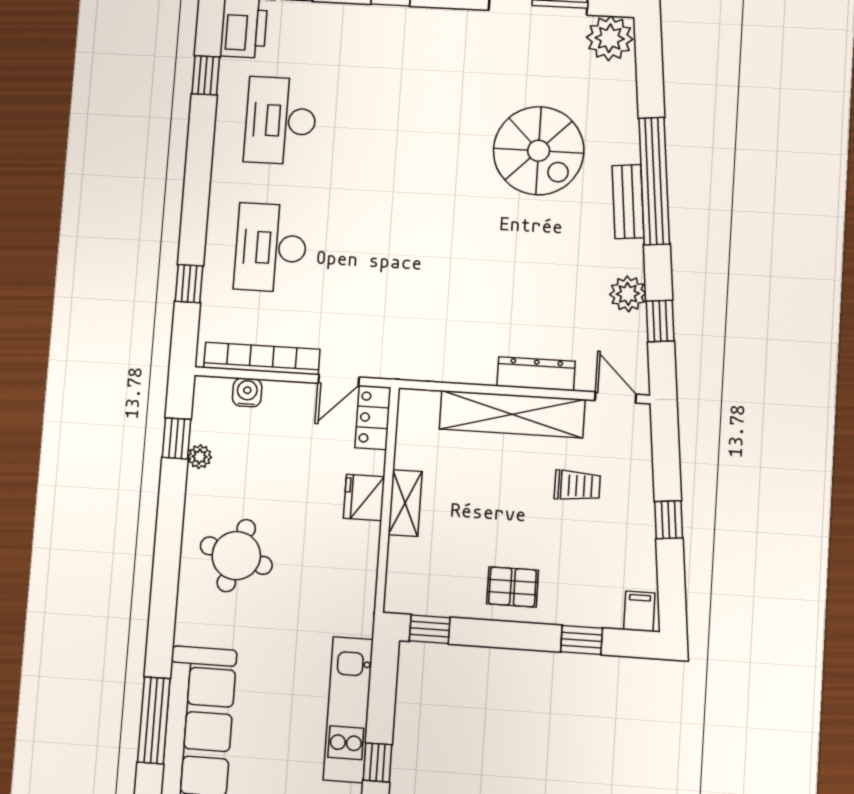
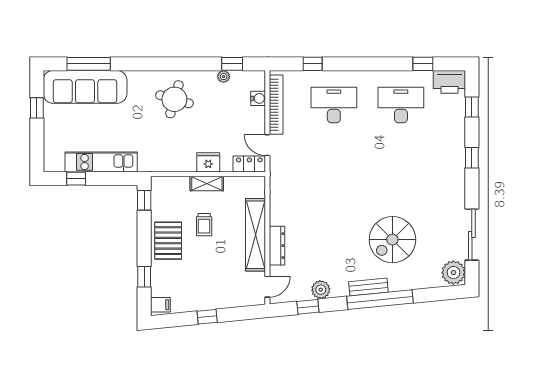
trolley: (577, 486) -> (204, 225), moved
pallet: (513, 587) -> (168, 241), width x1.50, depth x1.42

